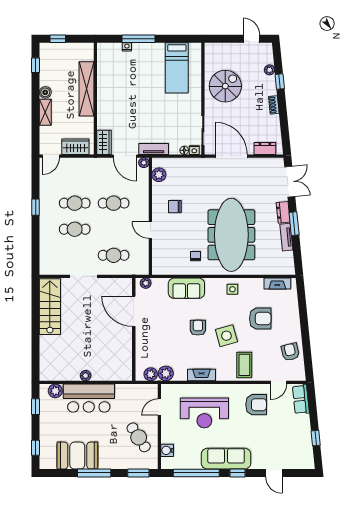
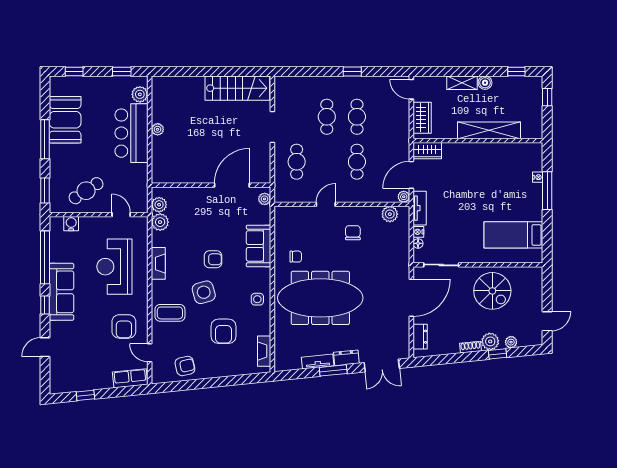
plant: (269, 88) -> (490, 341), added
nightstand: (194, 150) -> (418, 232), moved

